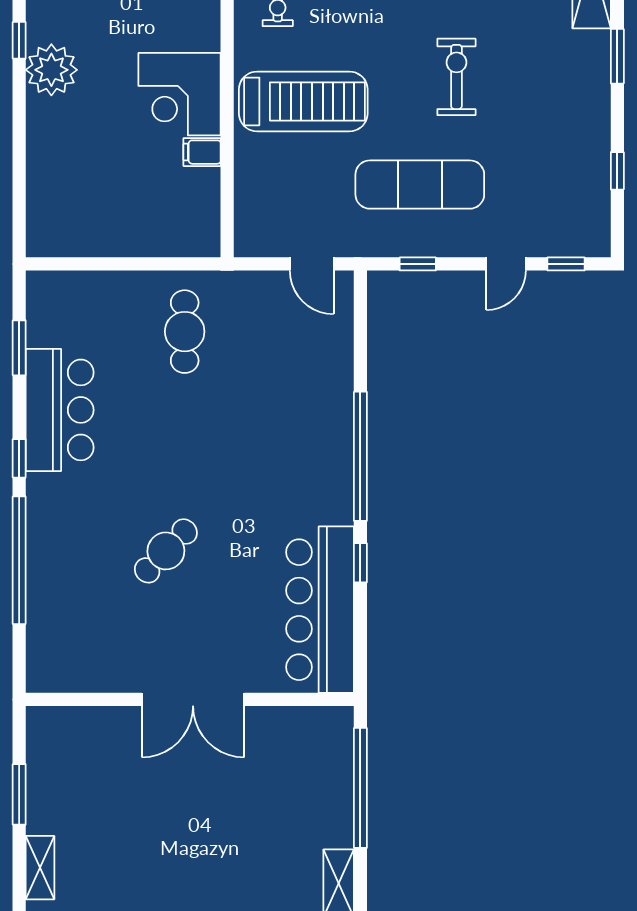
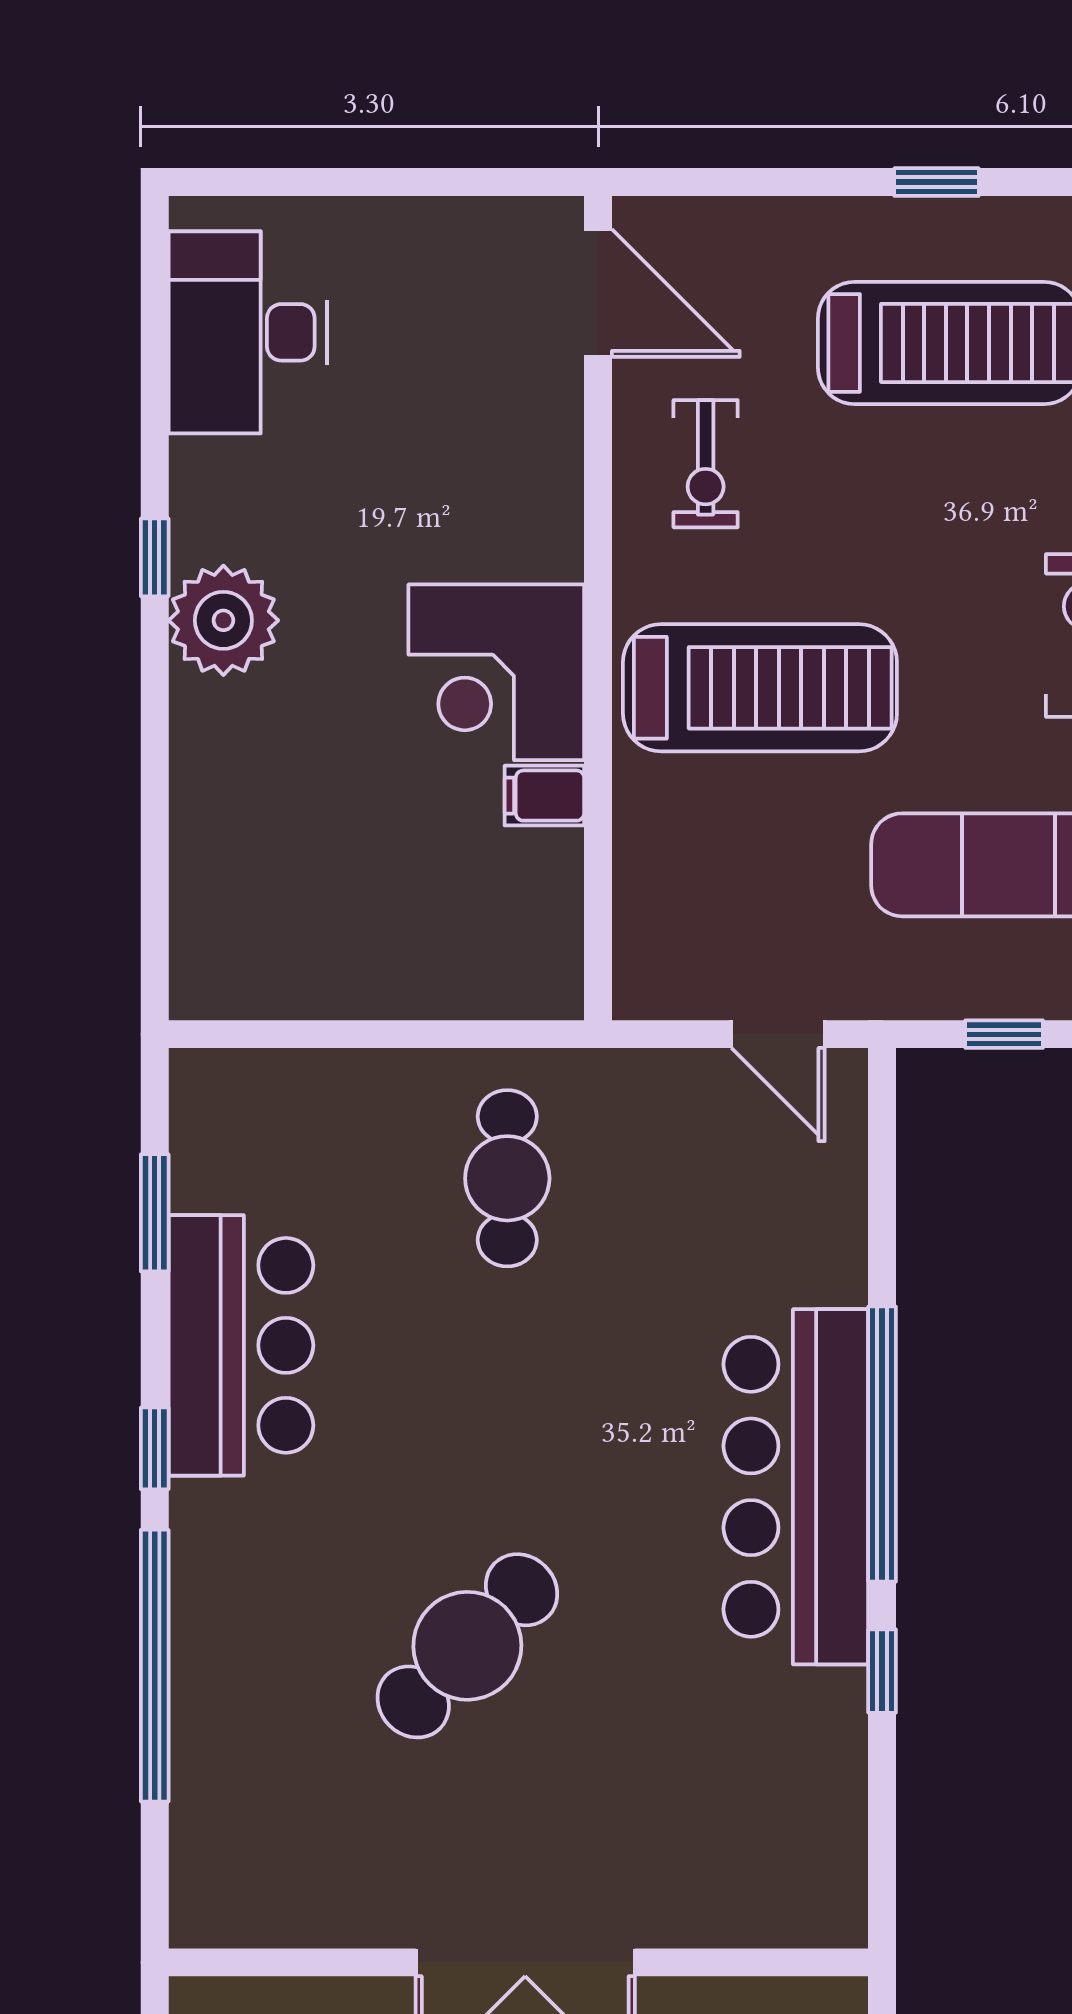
cafe table: (166, 551) -> (467, 1646), width x1.37, depth x1.35
bar counter: (320, 610) -> (796, 1487), moved

